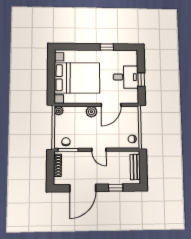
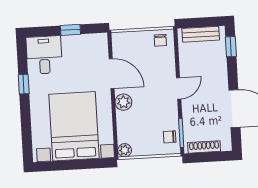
desk: (126, 77) -> (44, 55), moved
window: (116, 188) -> (231, 47), moved

